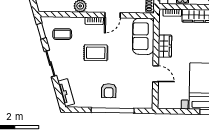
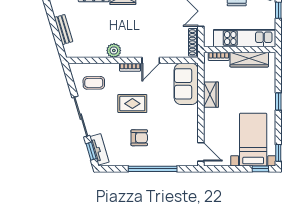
window: (41, 31) -> (91, 151), moved
sliding door: (50, 63) -> (81, 117), width x1.37
door: (156, 74) -> (201, 152), moved
armchair: (109, 91) -> (139, 138), moved, turned -90

